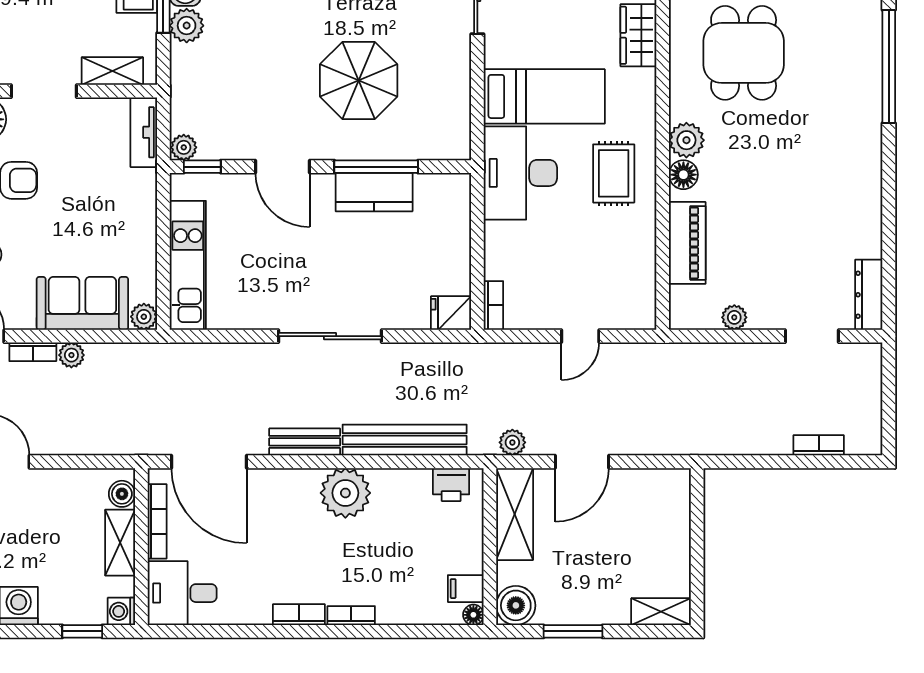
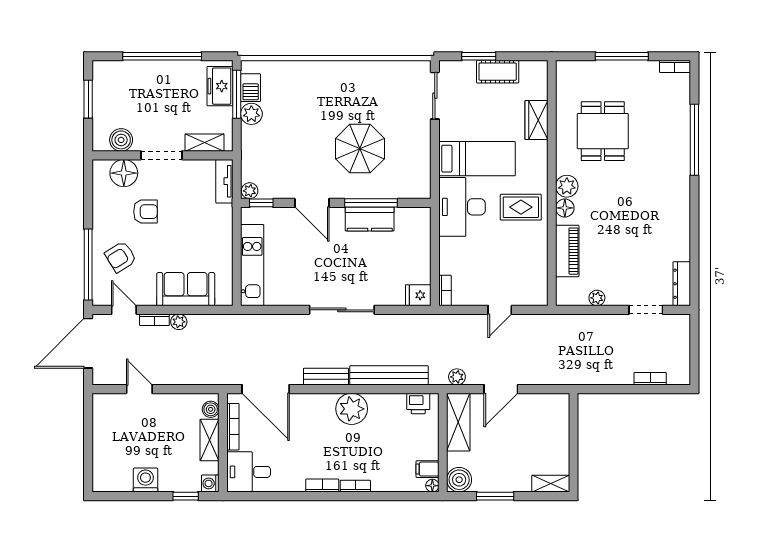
rug: (614, 173) -> (521, 207), turned 90
plant: (144, 317) -> (224, 298), removed

